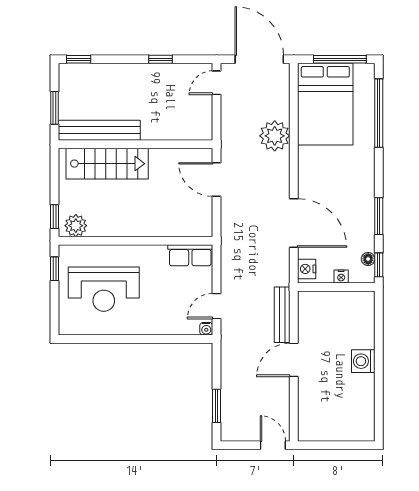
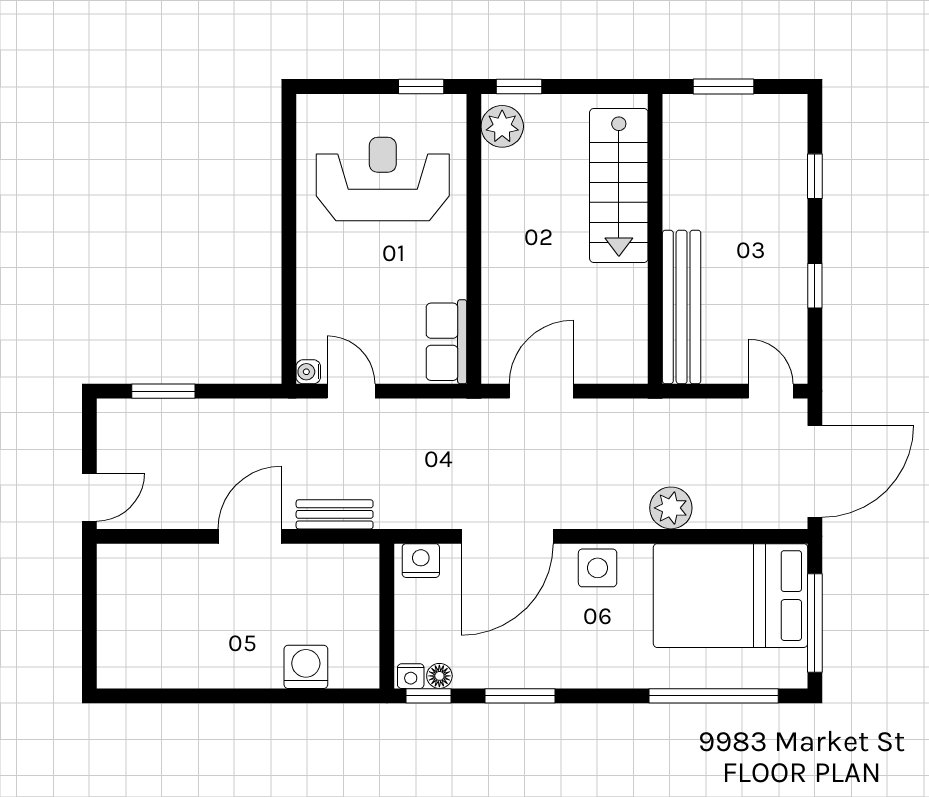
window: (79, 59) -> (815, 176), moved
bench: (99, 130) -> (682, 307), moved
plant: (275, 136) -> (671, 508), width x0.73, depth x0.73
side table: (311, 175) -> (598, 568), added
door: (217, 179) -> (541, 391), moved
nightstand: (341, 277) -> (411, 676), moved, turned -90
reception desk: (104, 289) -> (383, 179), turned 90
bench: (282, 315) -> (335, 514), width x0.73
door: (294, 360) -> (250, 536), hinge flipped
washing machine: (363, 361) -> (306, 667), moved

